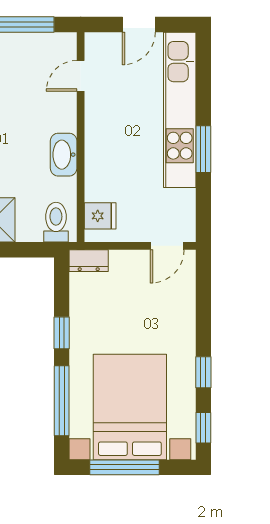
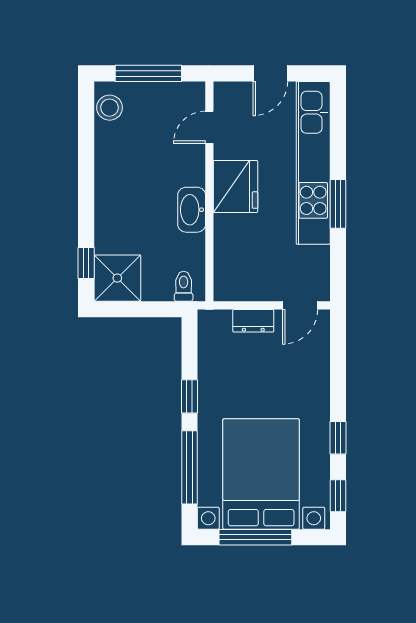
fridge: (100, 216) -> (235, 186), moved, width x1.88, depth x1.34
toilet: (56, 222) -> (184, 286), width x0.73, depth x0.72
dresser: (89, 261) -> (253, 321), moved

